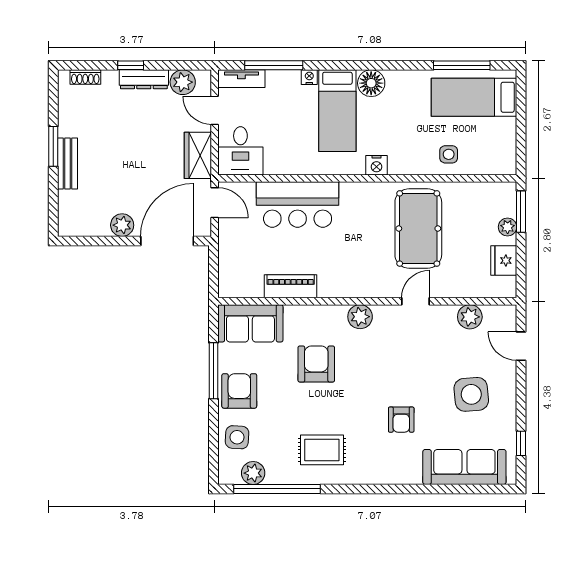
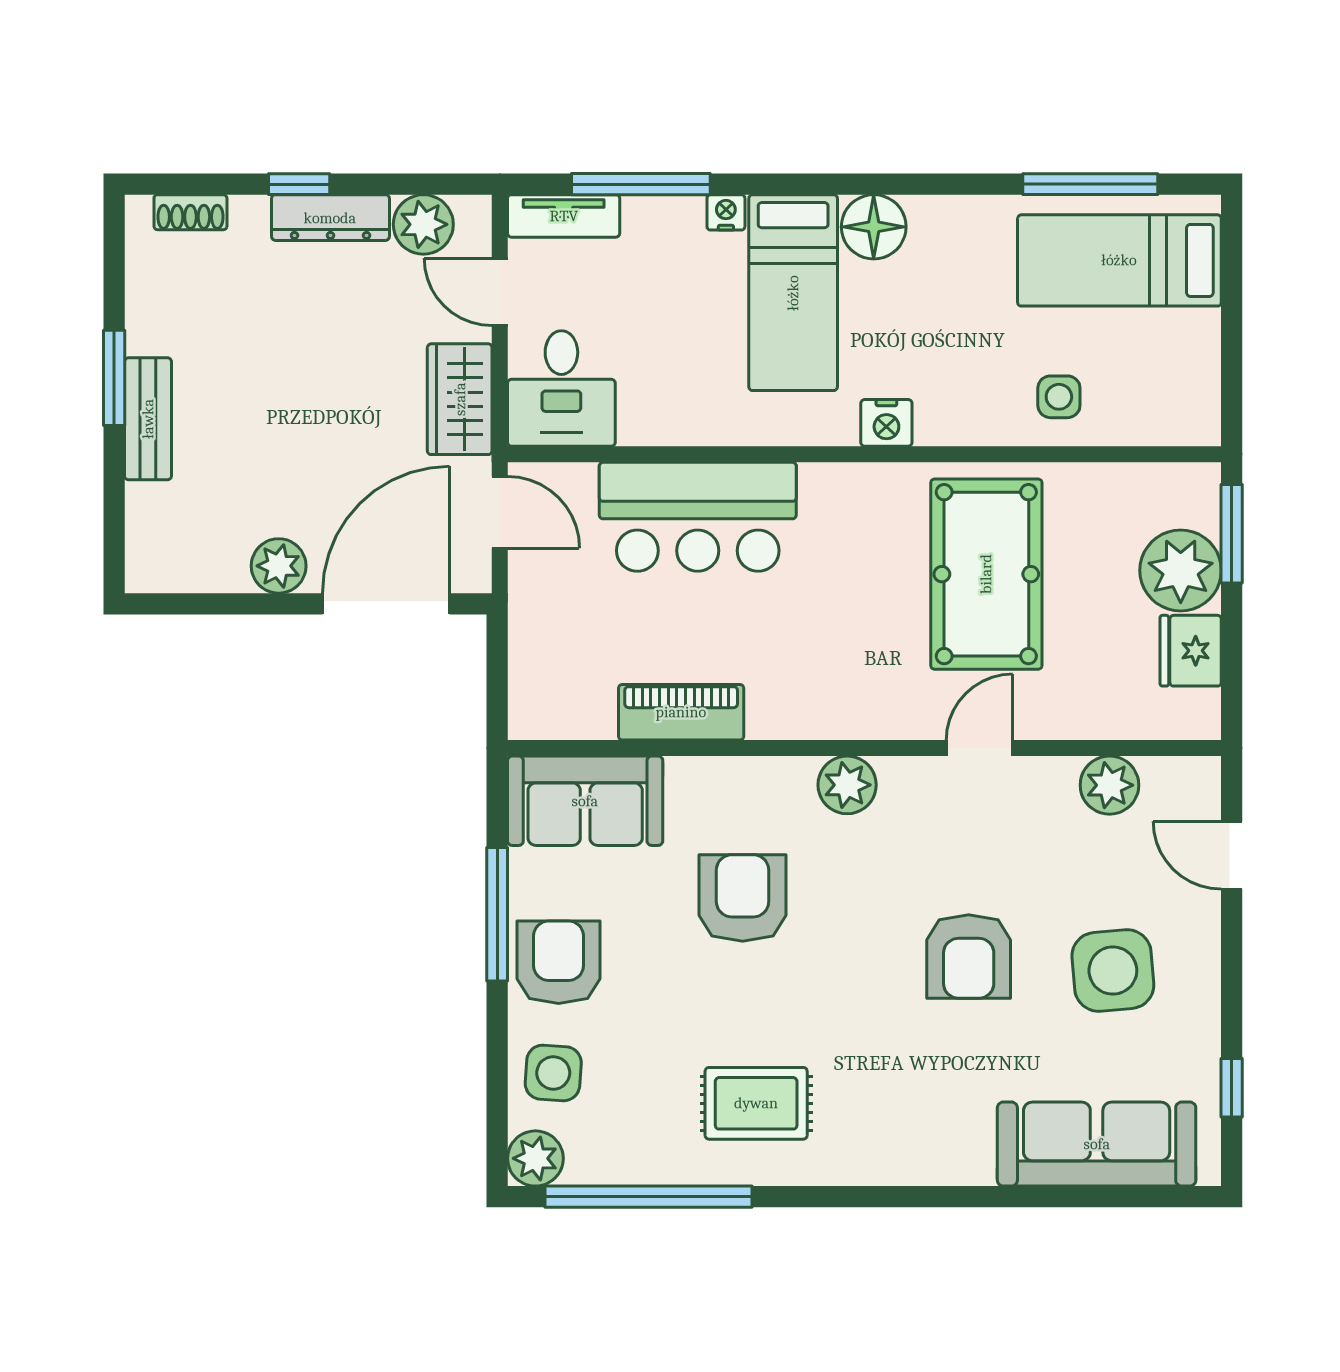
plant: (508, 227) -> (1181, 570), width x1.88, depth x1.88
armchair: (401, 420) -> (969, 957), moved, width x1.38, depth x1.38
plant: (253, 473) -> (535, 1158), moved

